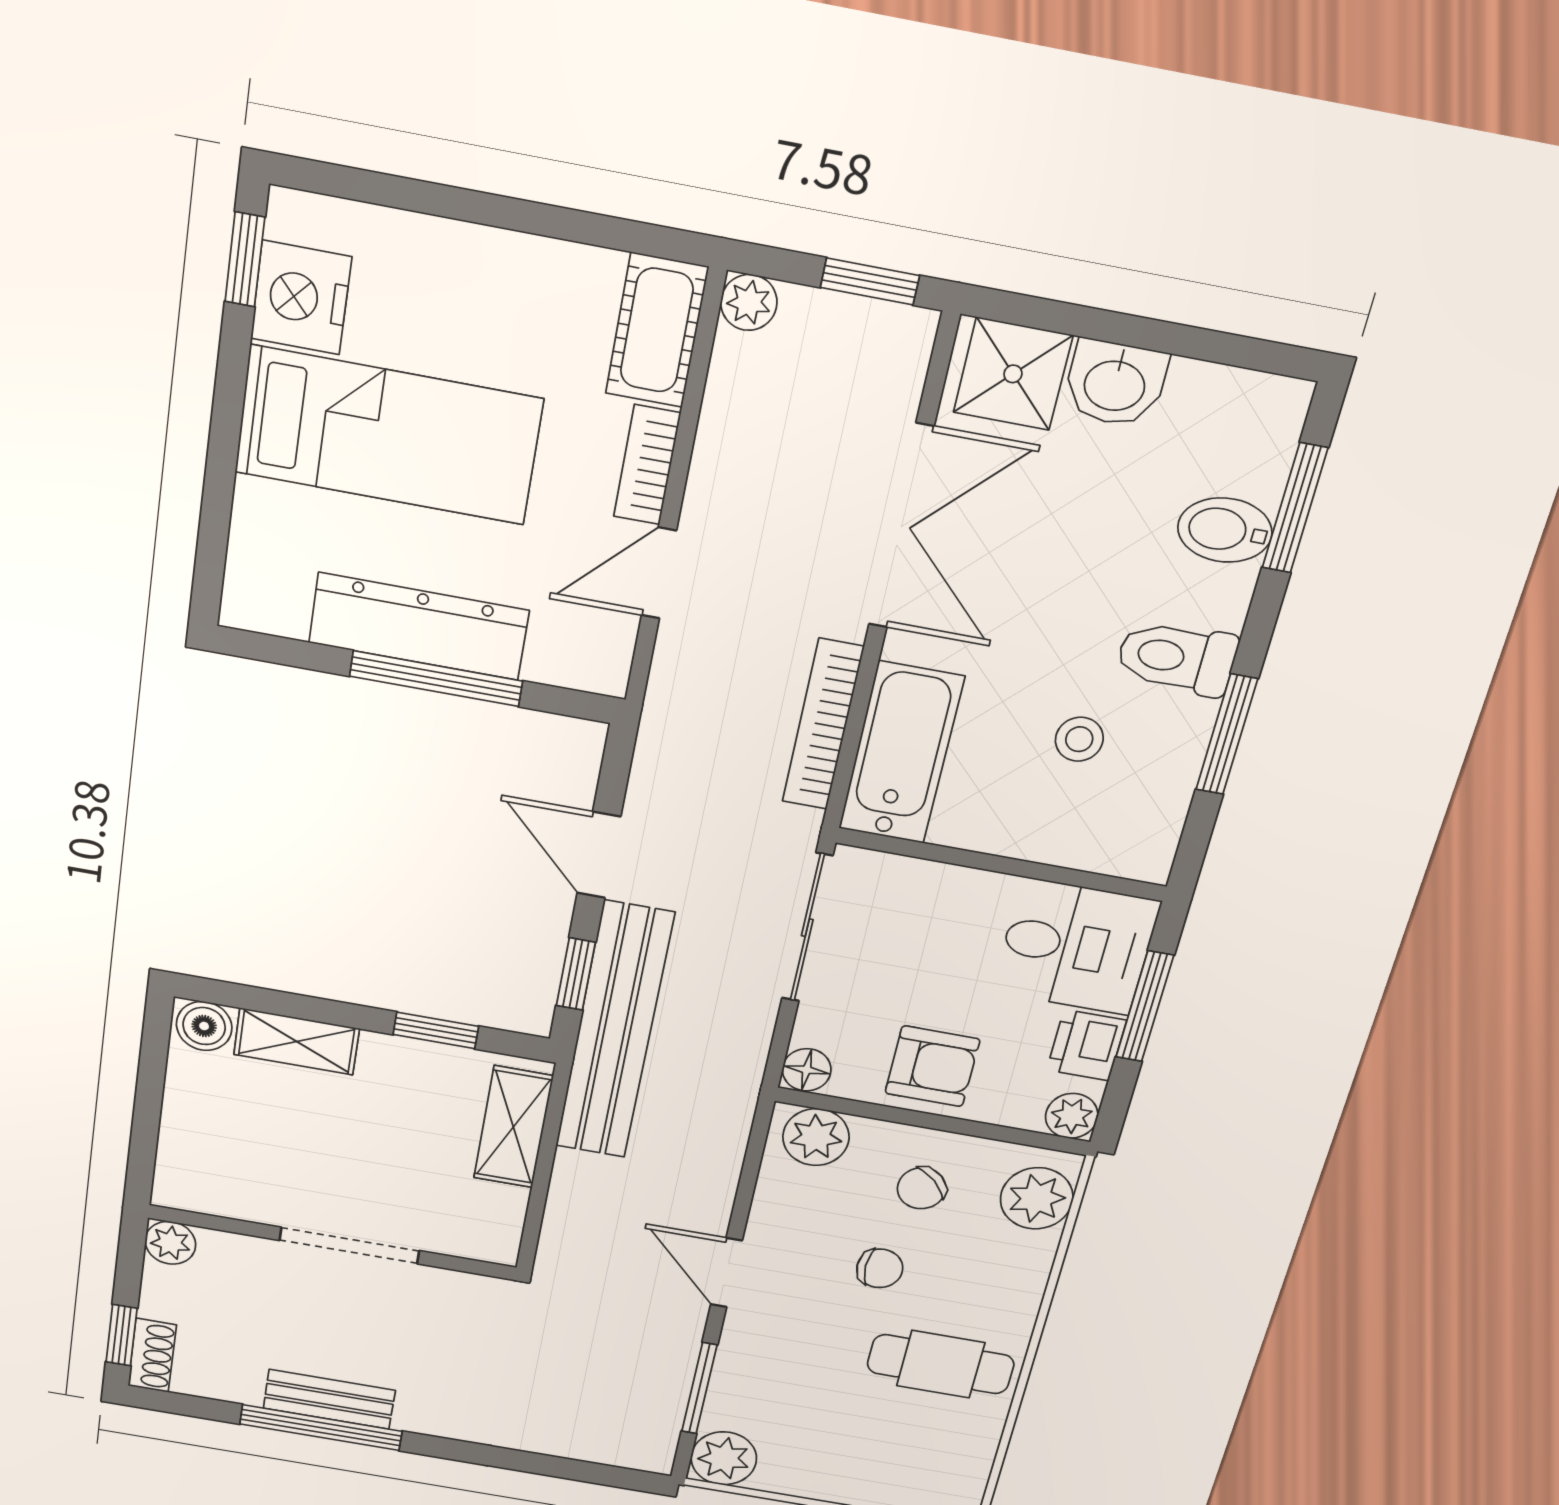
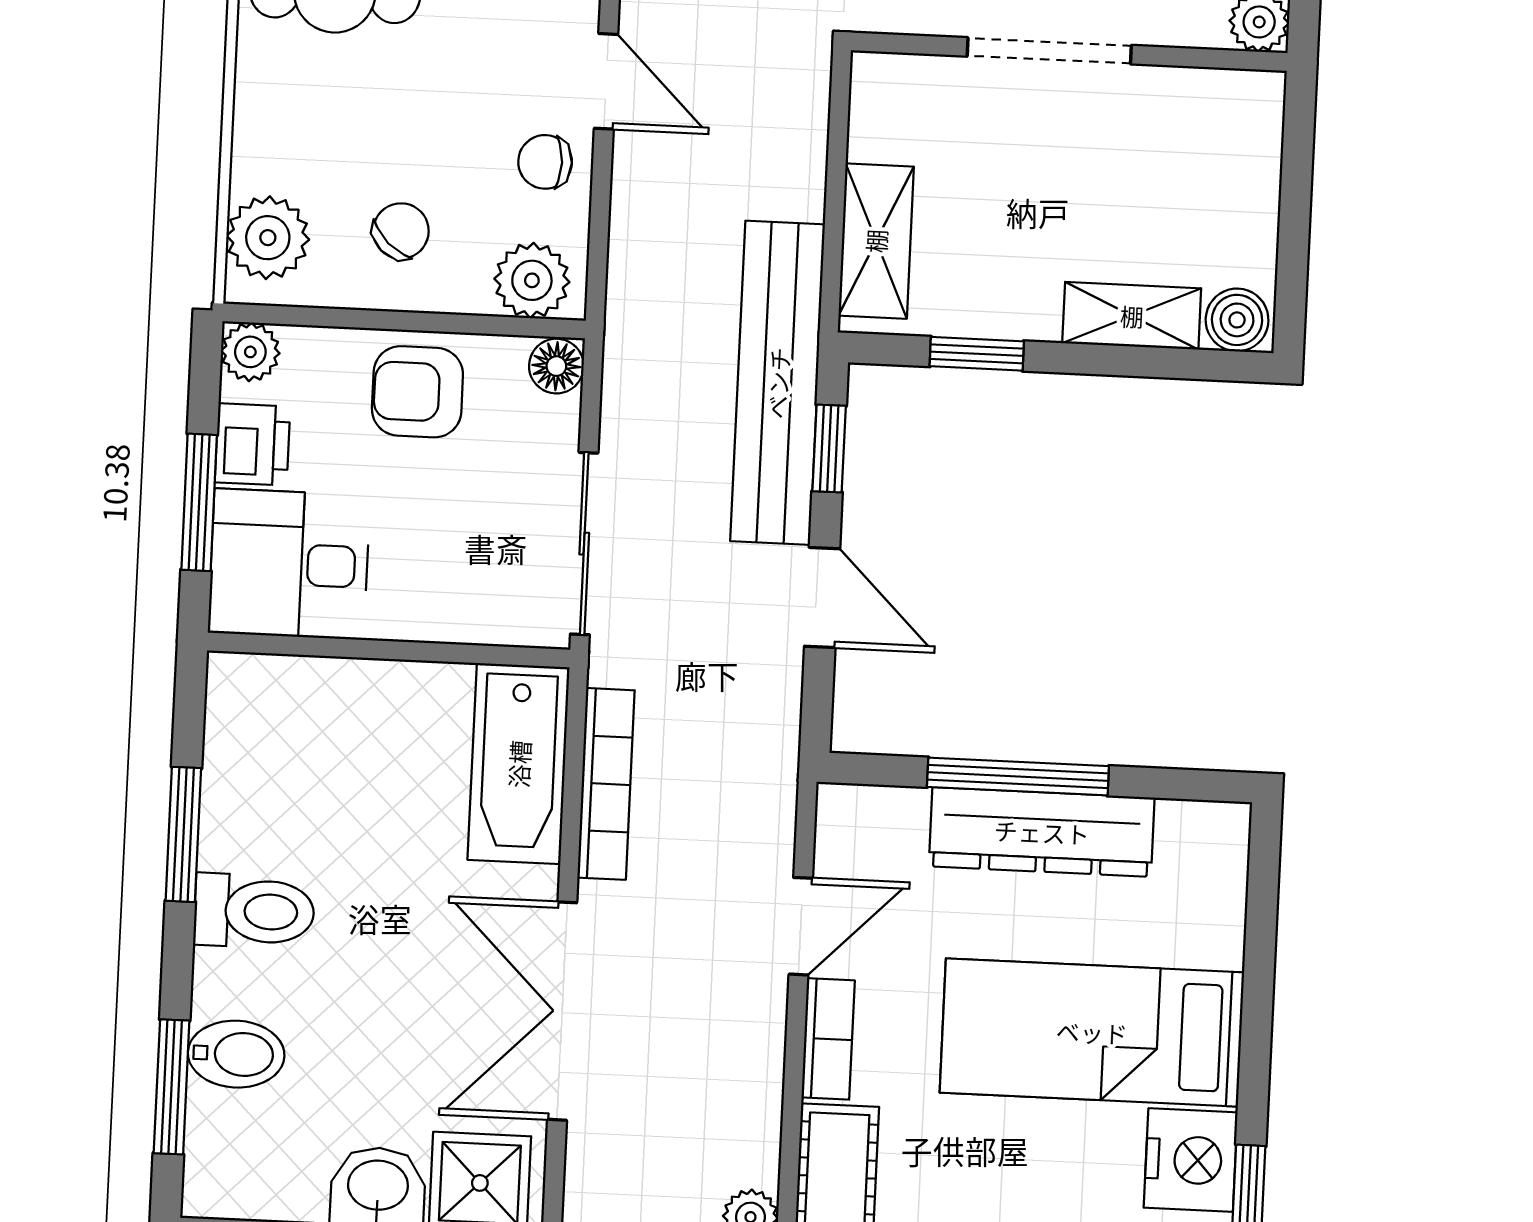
stool: (1079, 739) -> (335, 807), removed
chair: (880, 1268) -> (545, 162), moved

